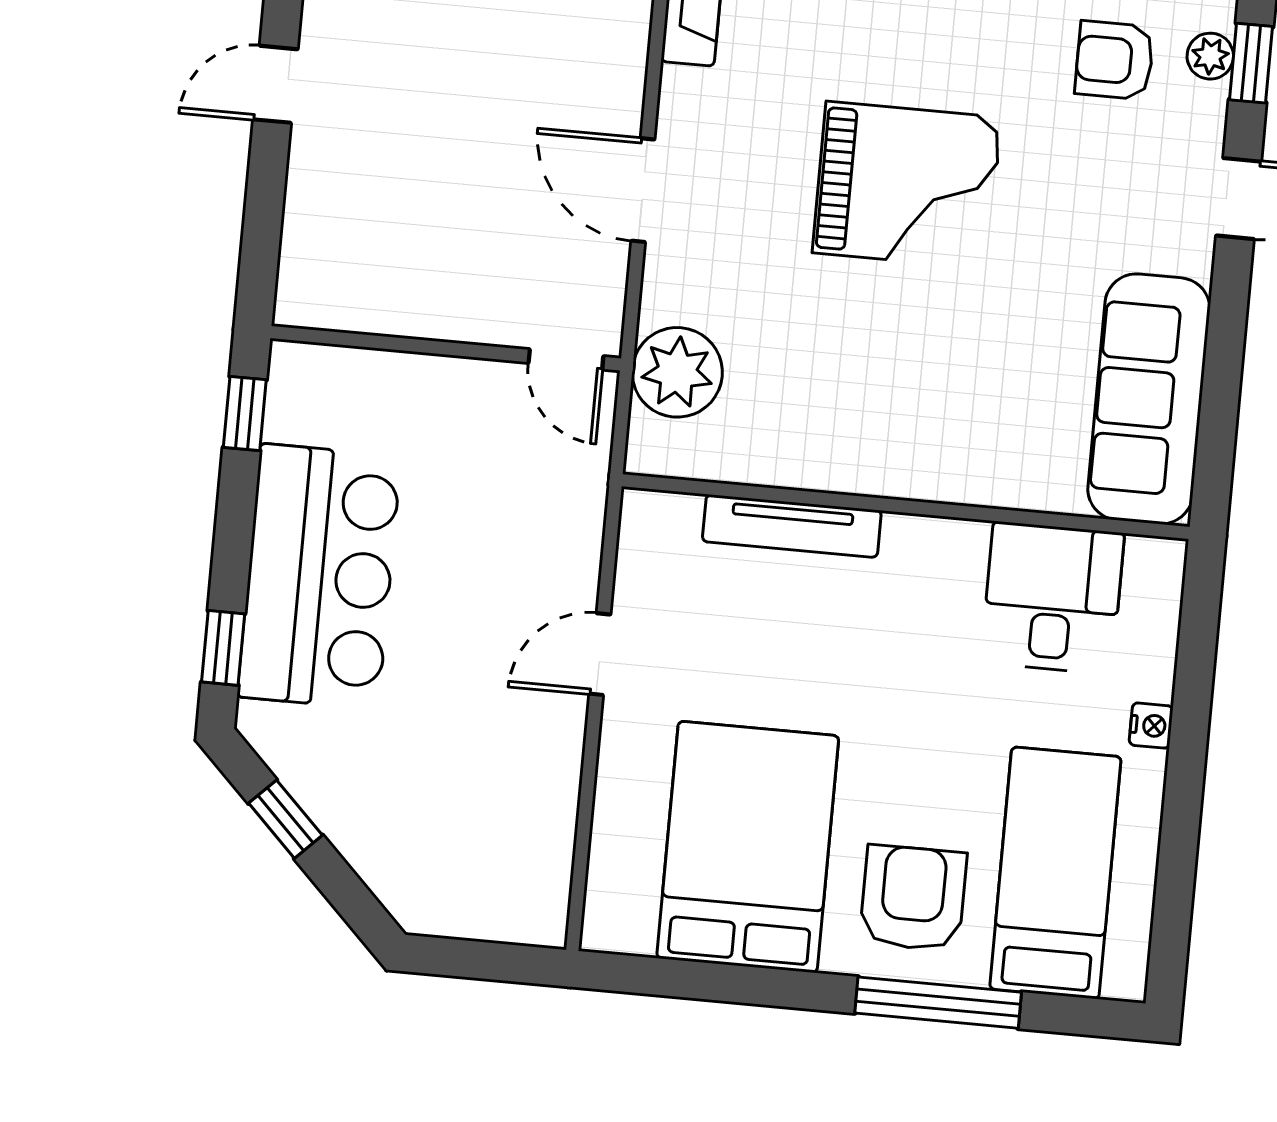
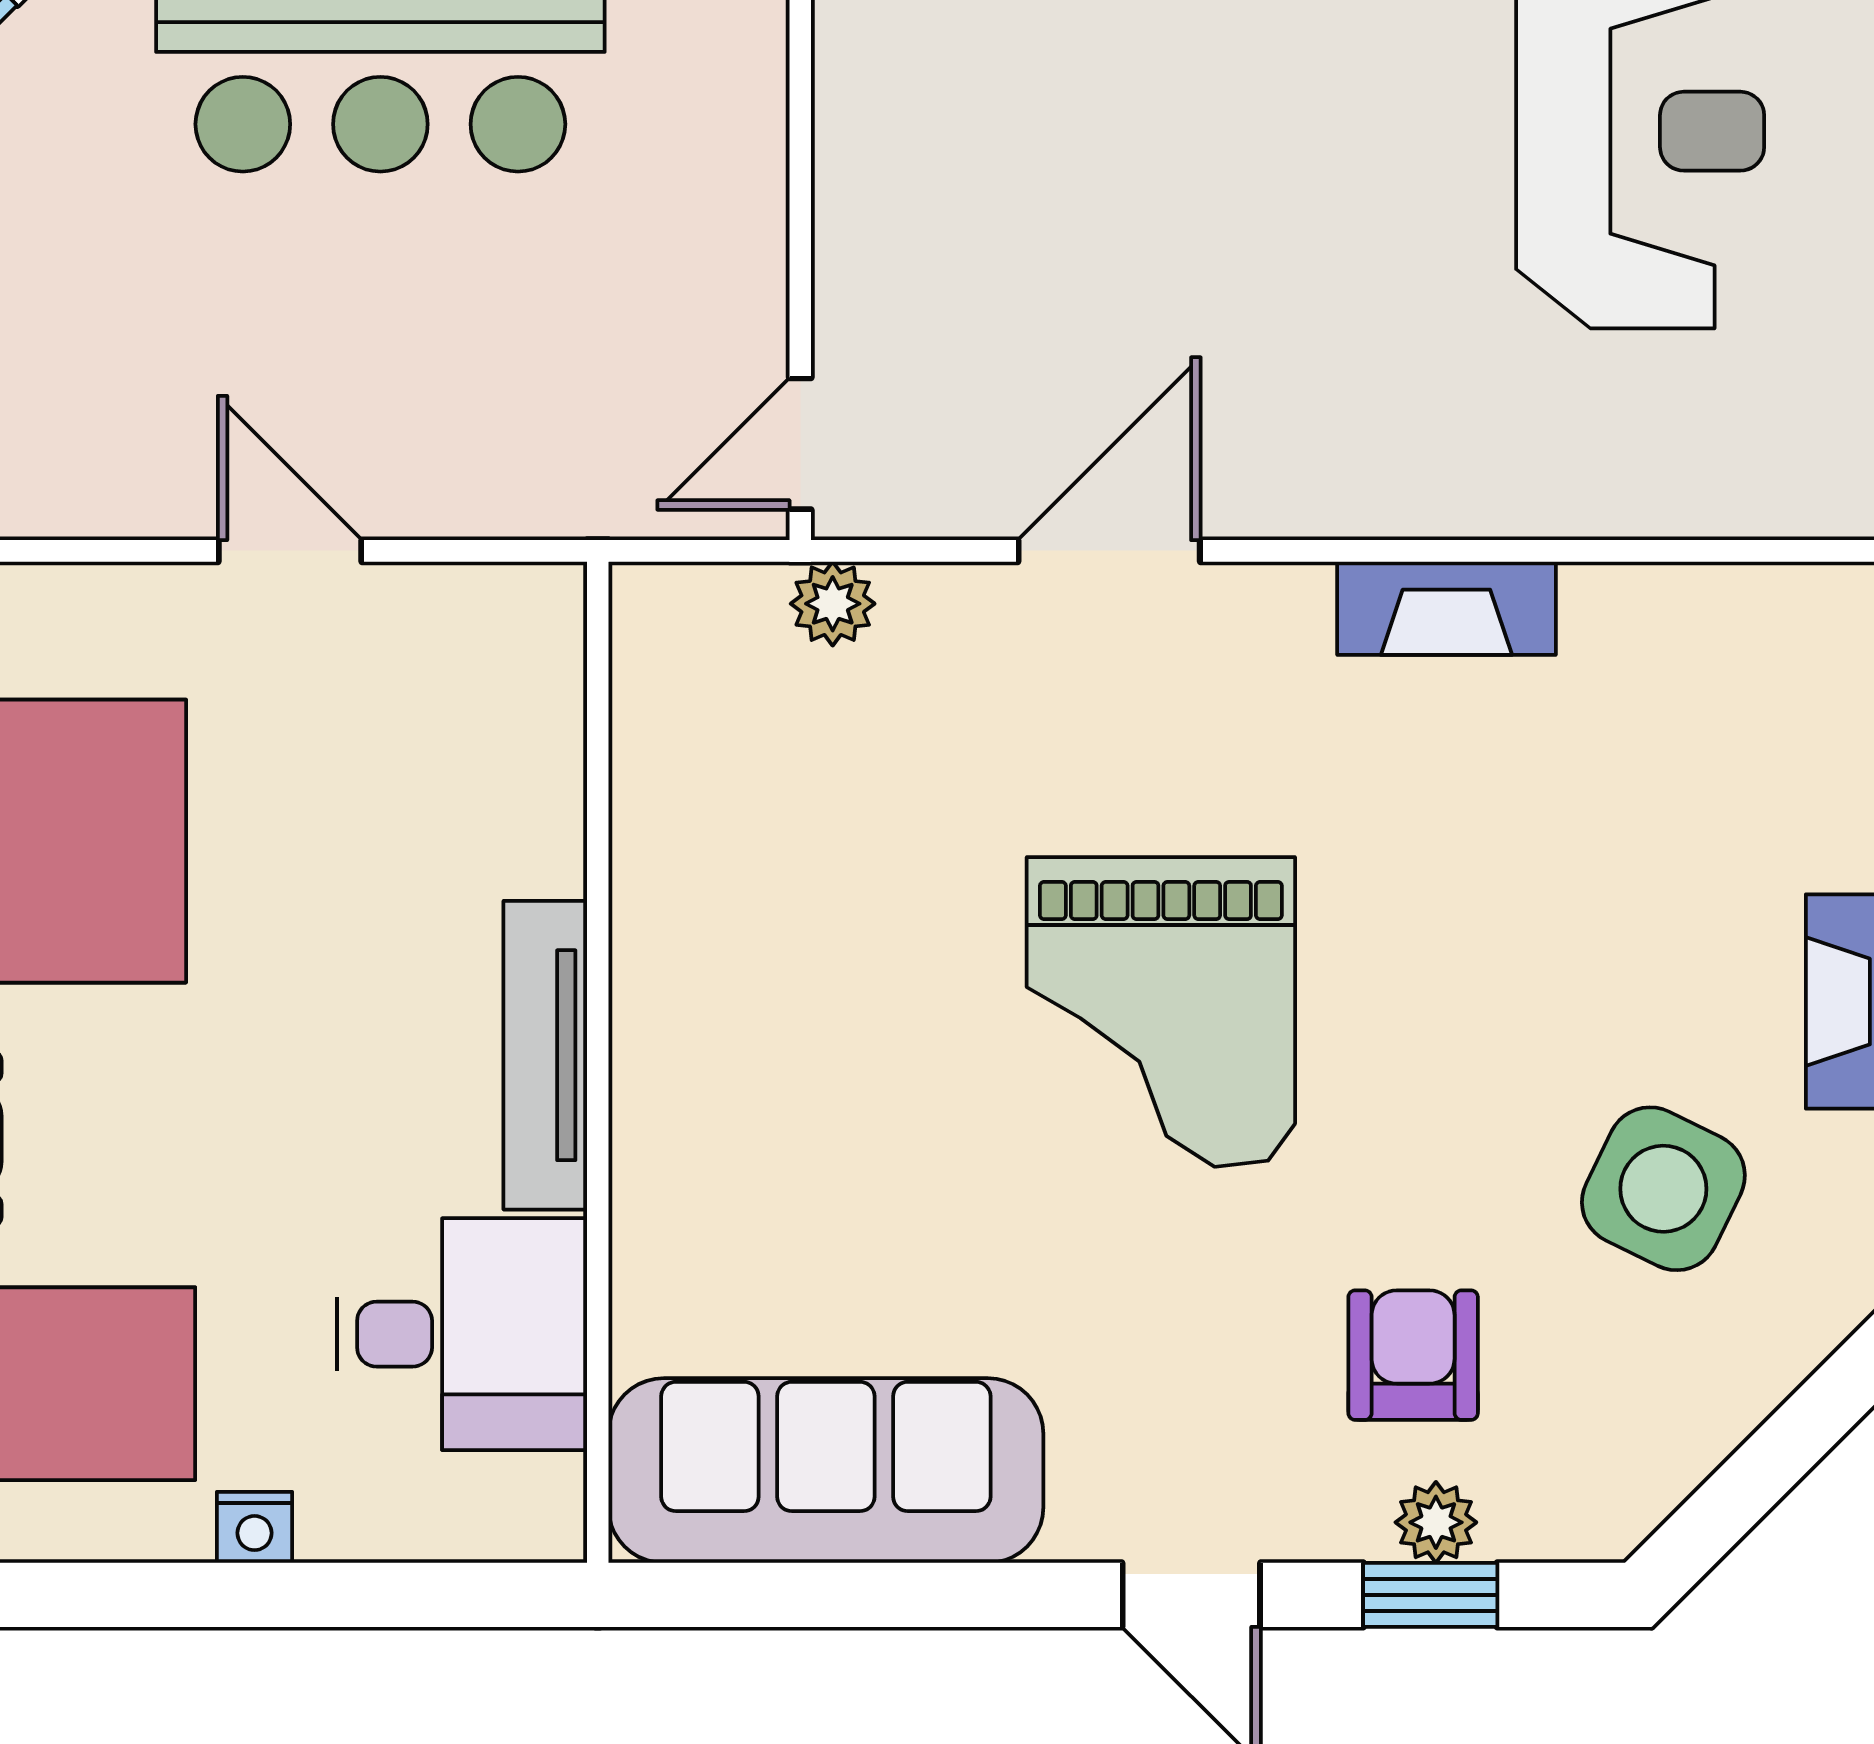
plant: (677, 372) -> (833, 604), width x0.53, depth x0.53
tv unit: (792, 526) -> (545, 1055), moved

